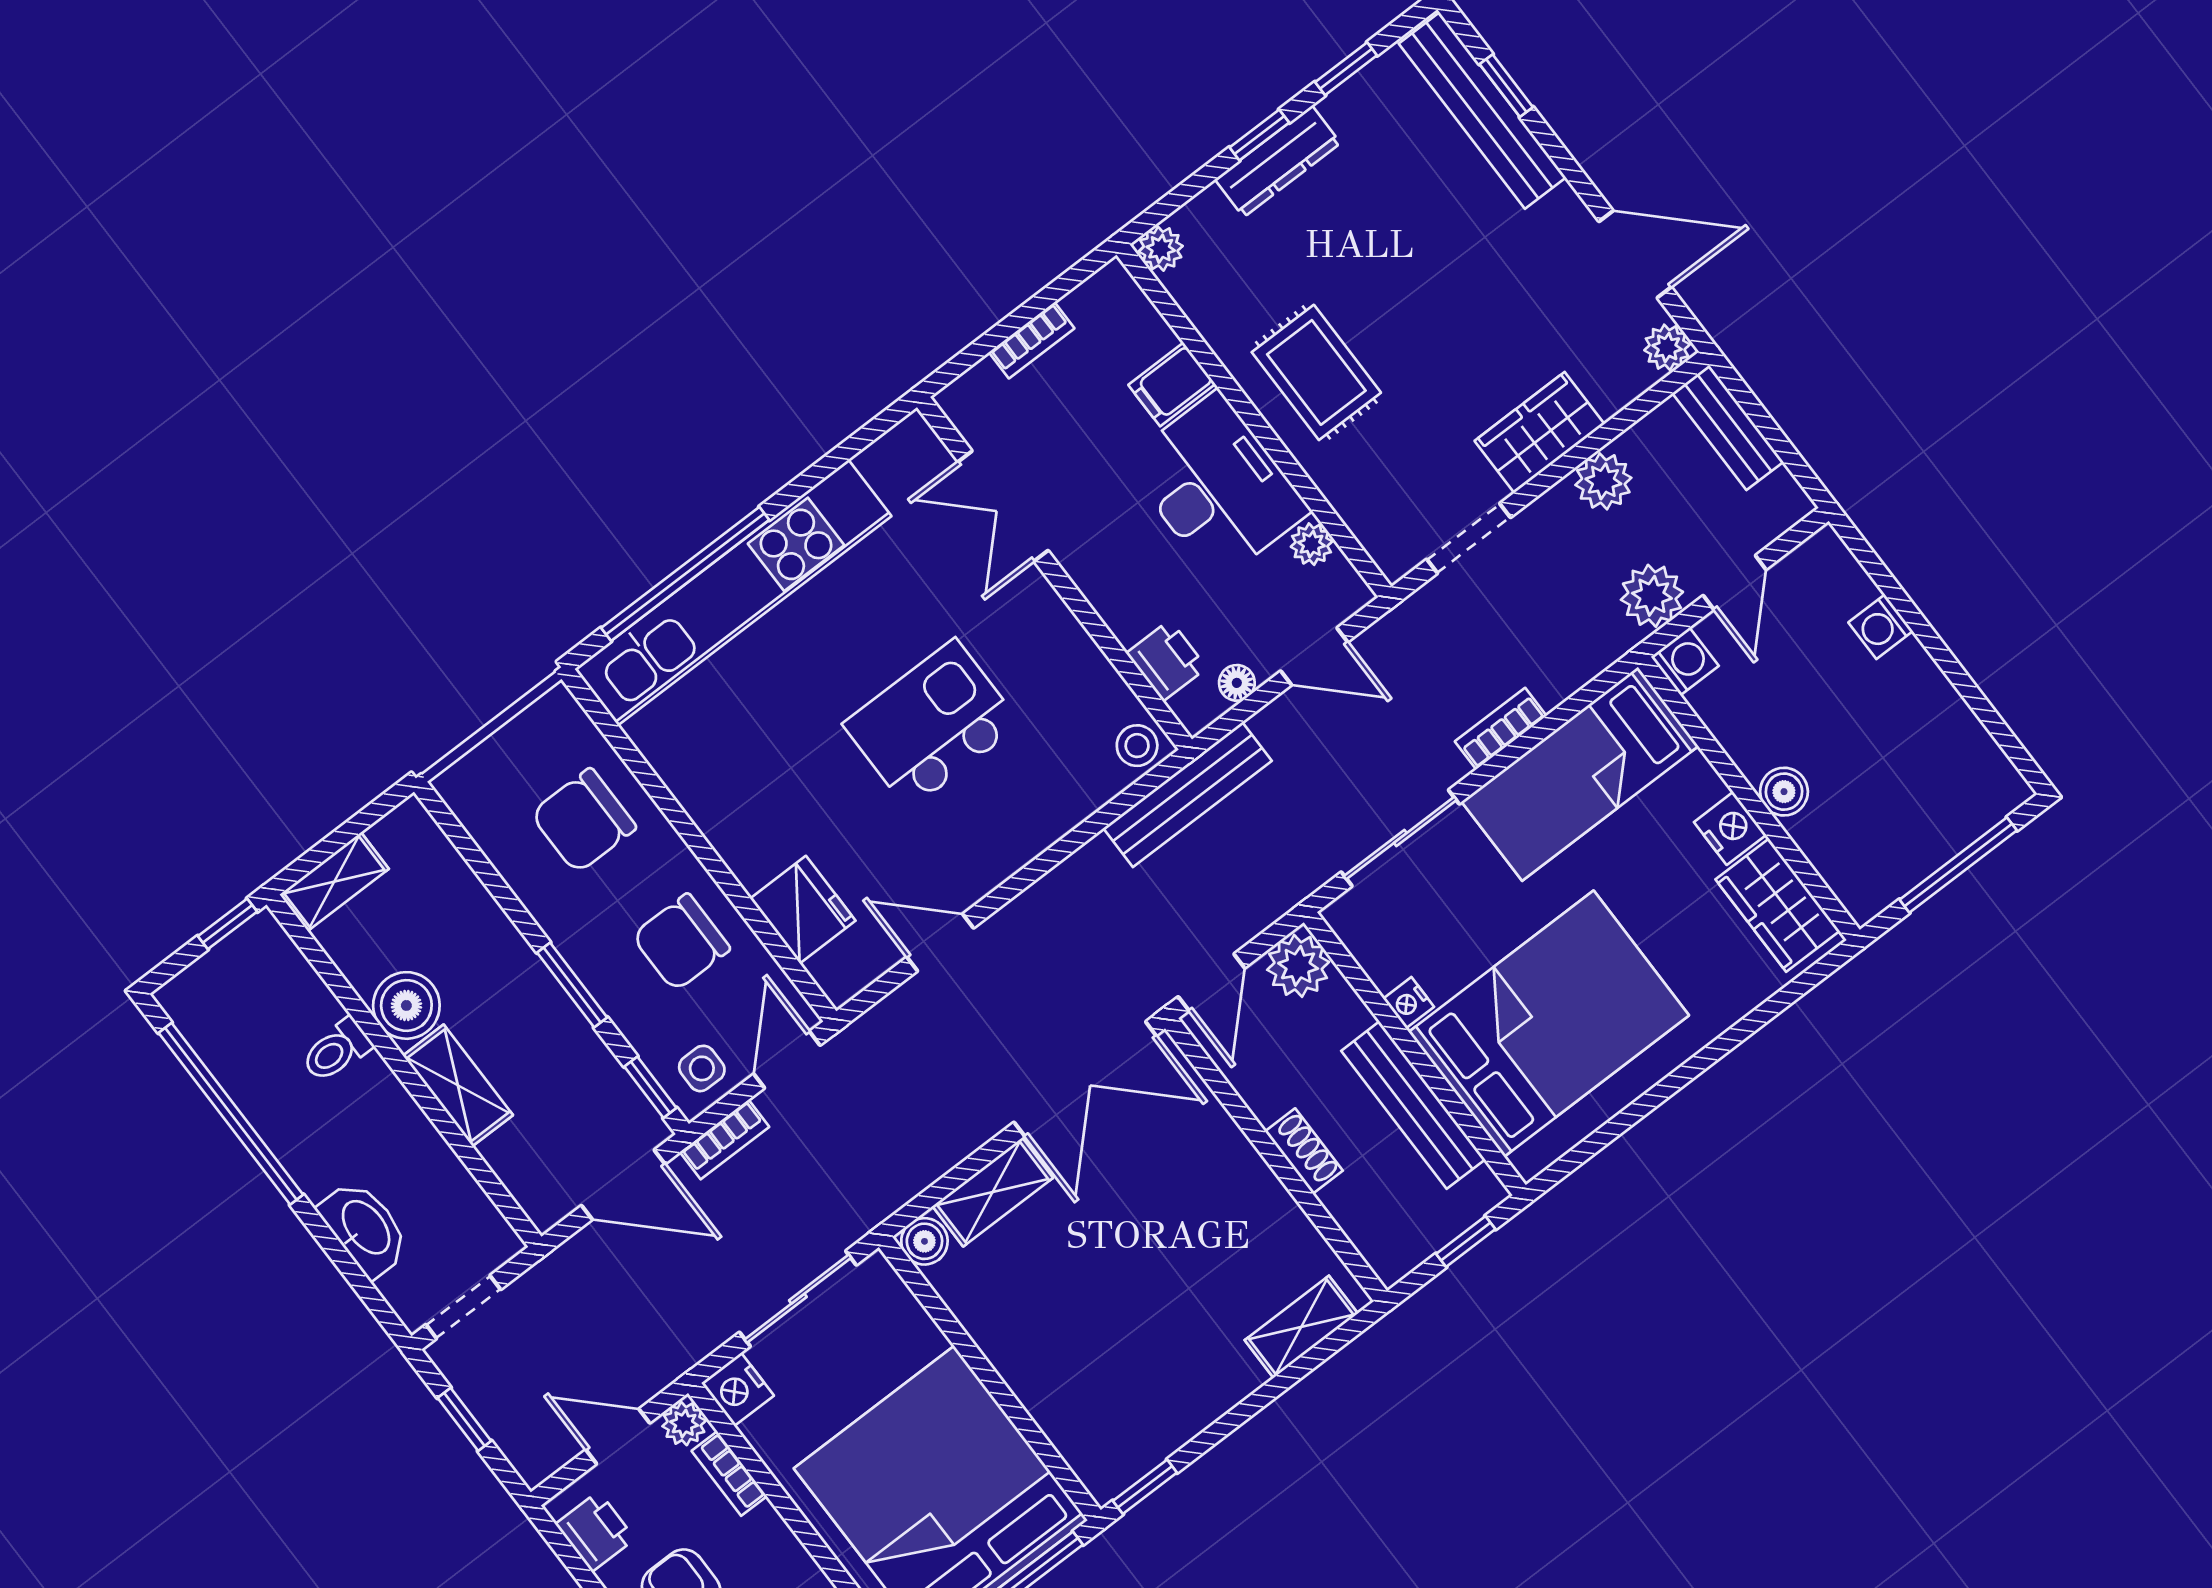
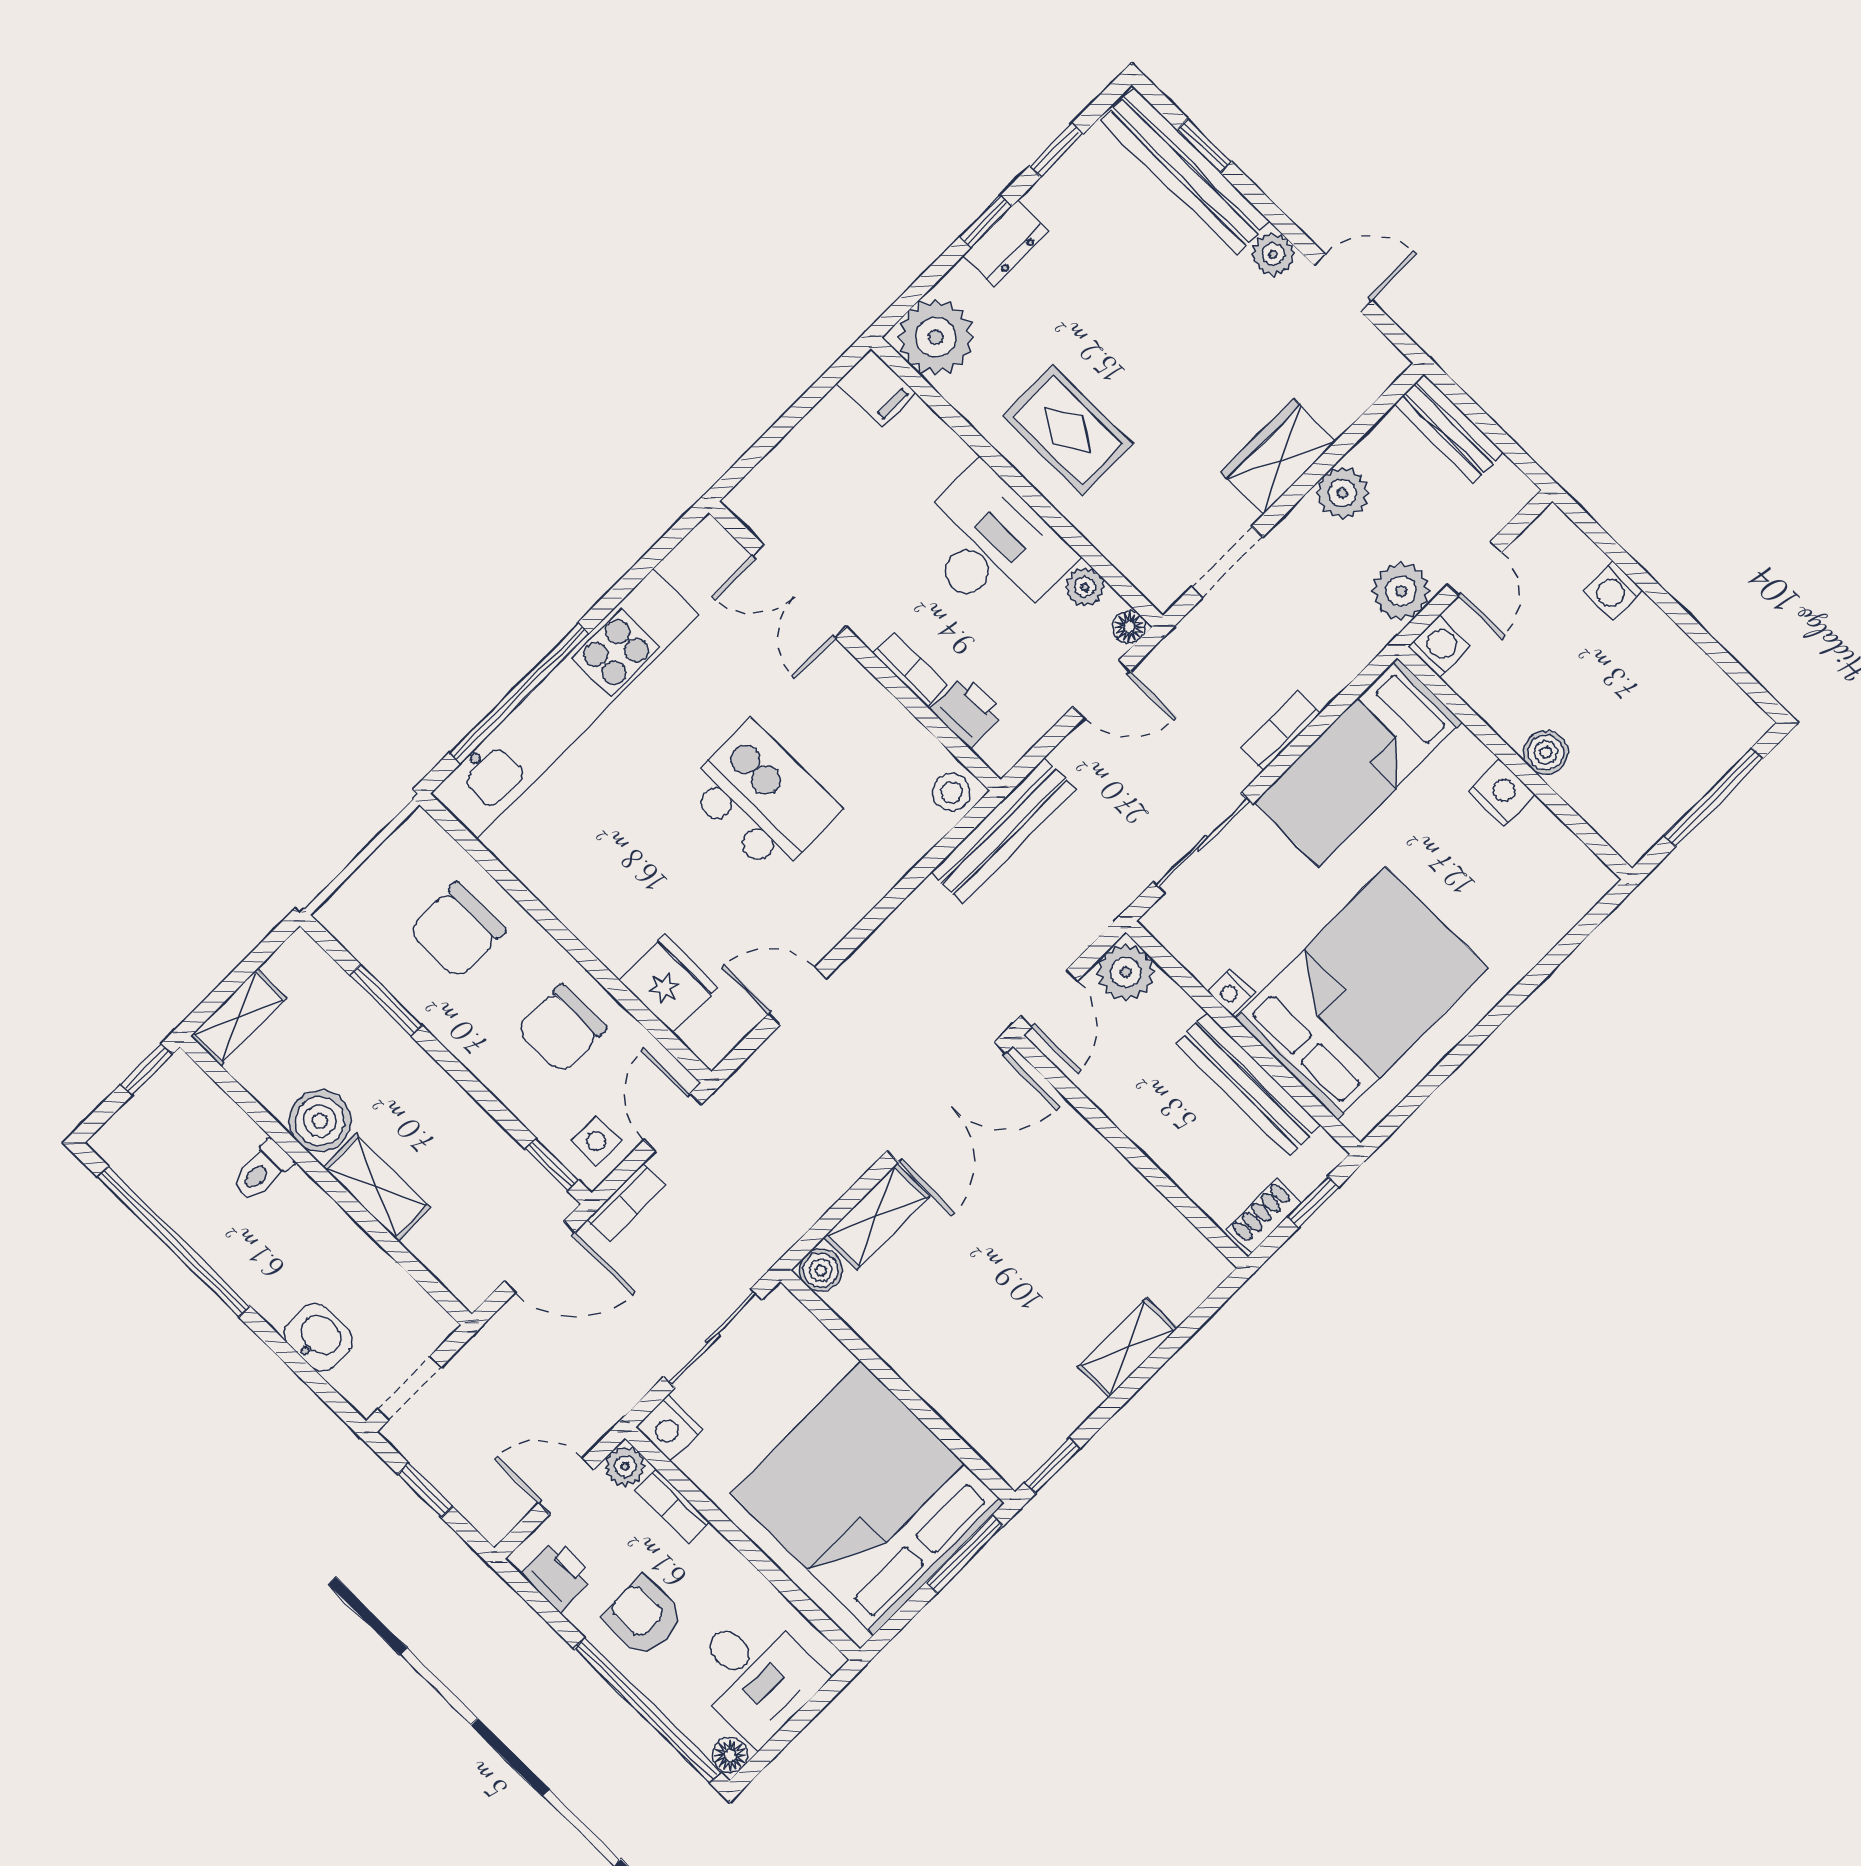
dresser: (1278, 161) -> (1006, 243), width x0.70
plant: (1161, 249) -> (936, 337), width x1.87, depth x1.87
door: (1635, 254) -> (1343, 283), width x0.73
bookcase: (1032, 340) -> (910, 669), moved, turned -90
plant: (1667, 347) -> (1273, 254), moved
filing cabinet: (1172, 384) -> (877, 388), moved, turned -90
floor lamp: (1237, 683) -> (1129, 627), moved
kitchen island: (932, 724) -> (762, 799), turned 90
wardrobe: (1778, 905) -> (1554, 857), removed
window: (572, 985) -> (386, 1000), moved
shoe rack: (1304, 1151) -> (1264, 1216), moved, turned -90
washbasin: (365, 1228) -> (318, 1337), width x0.72
shelving: (1301, 1327) -> (1128, 1348), moved

